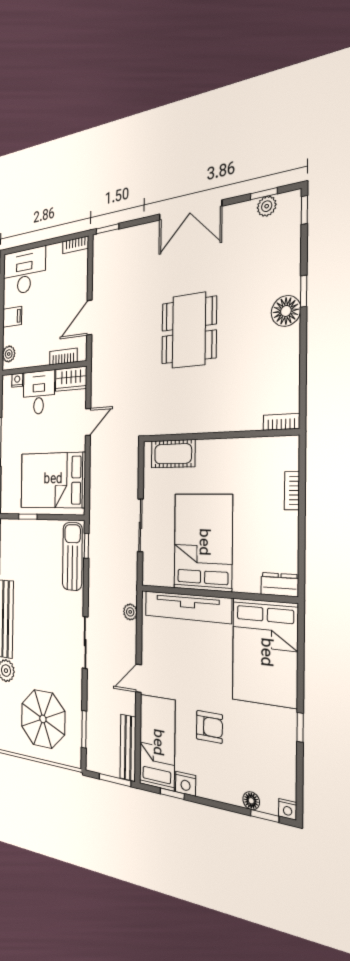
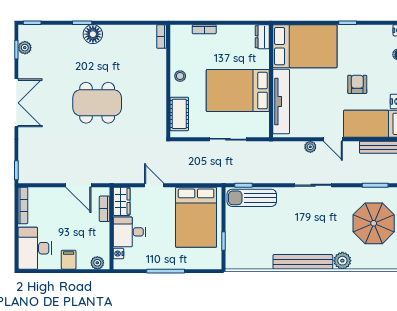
bookcase: (76, 245) -> (23, 205), width x1.56
stool: (224, 454) -> (180, 76), added
plant: (130, 612) -> (310, 147), moved

